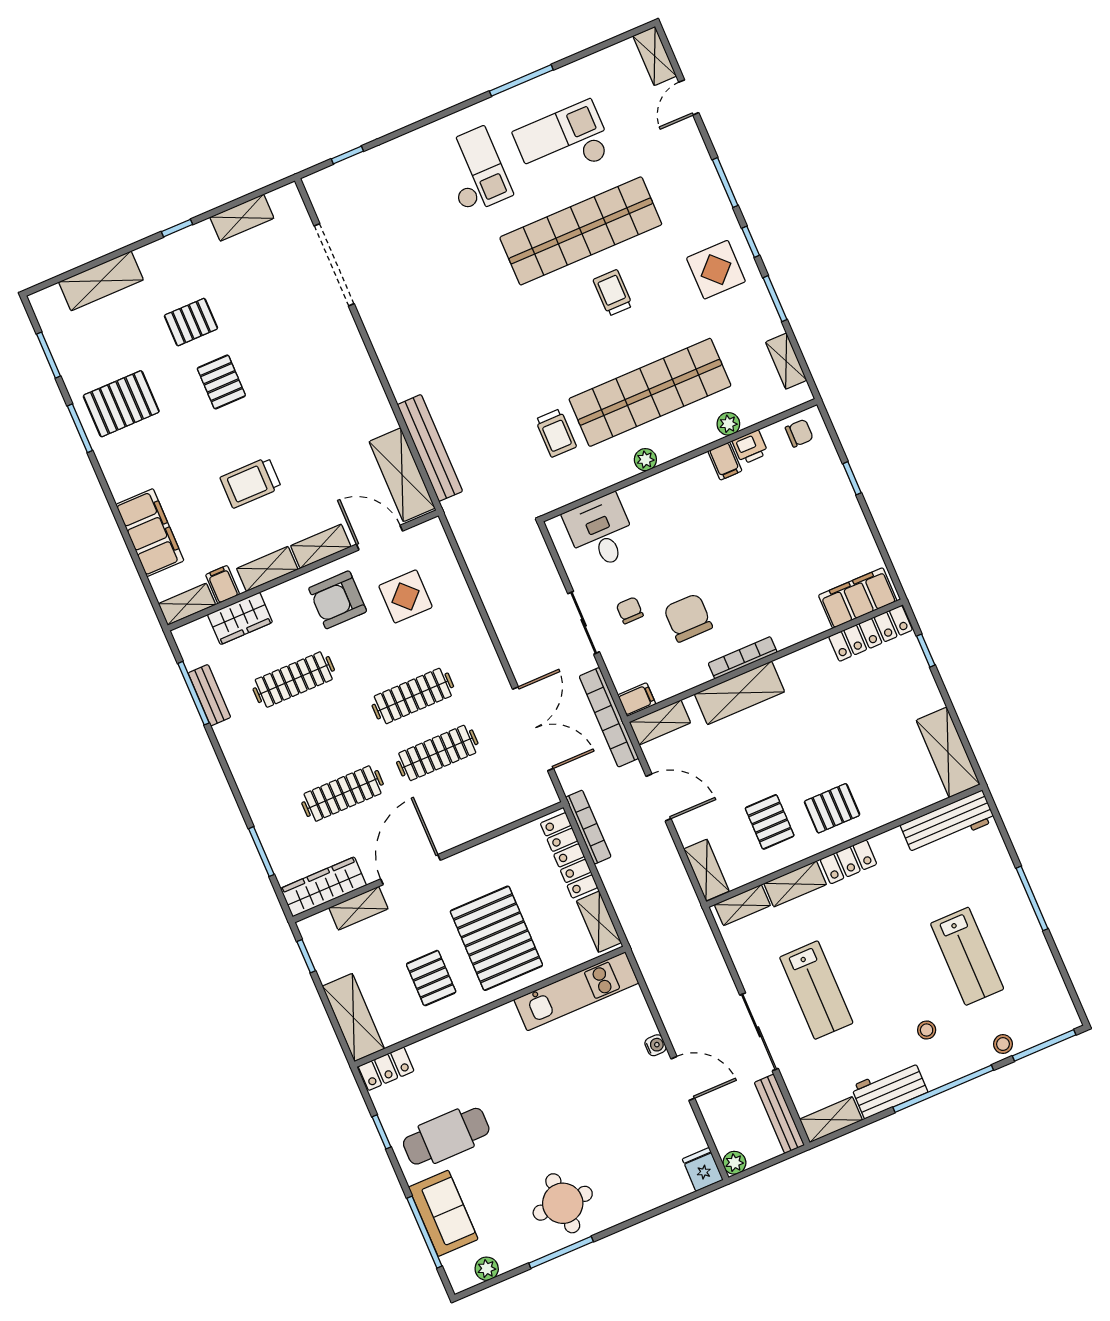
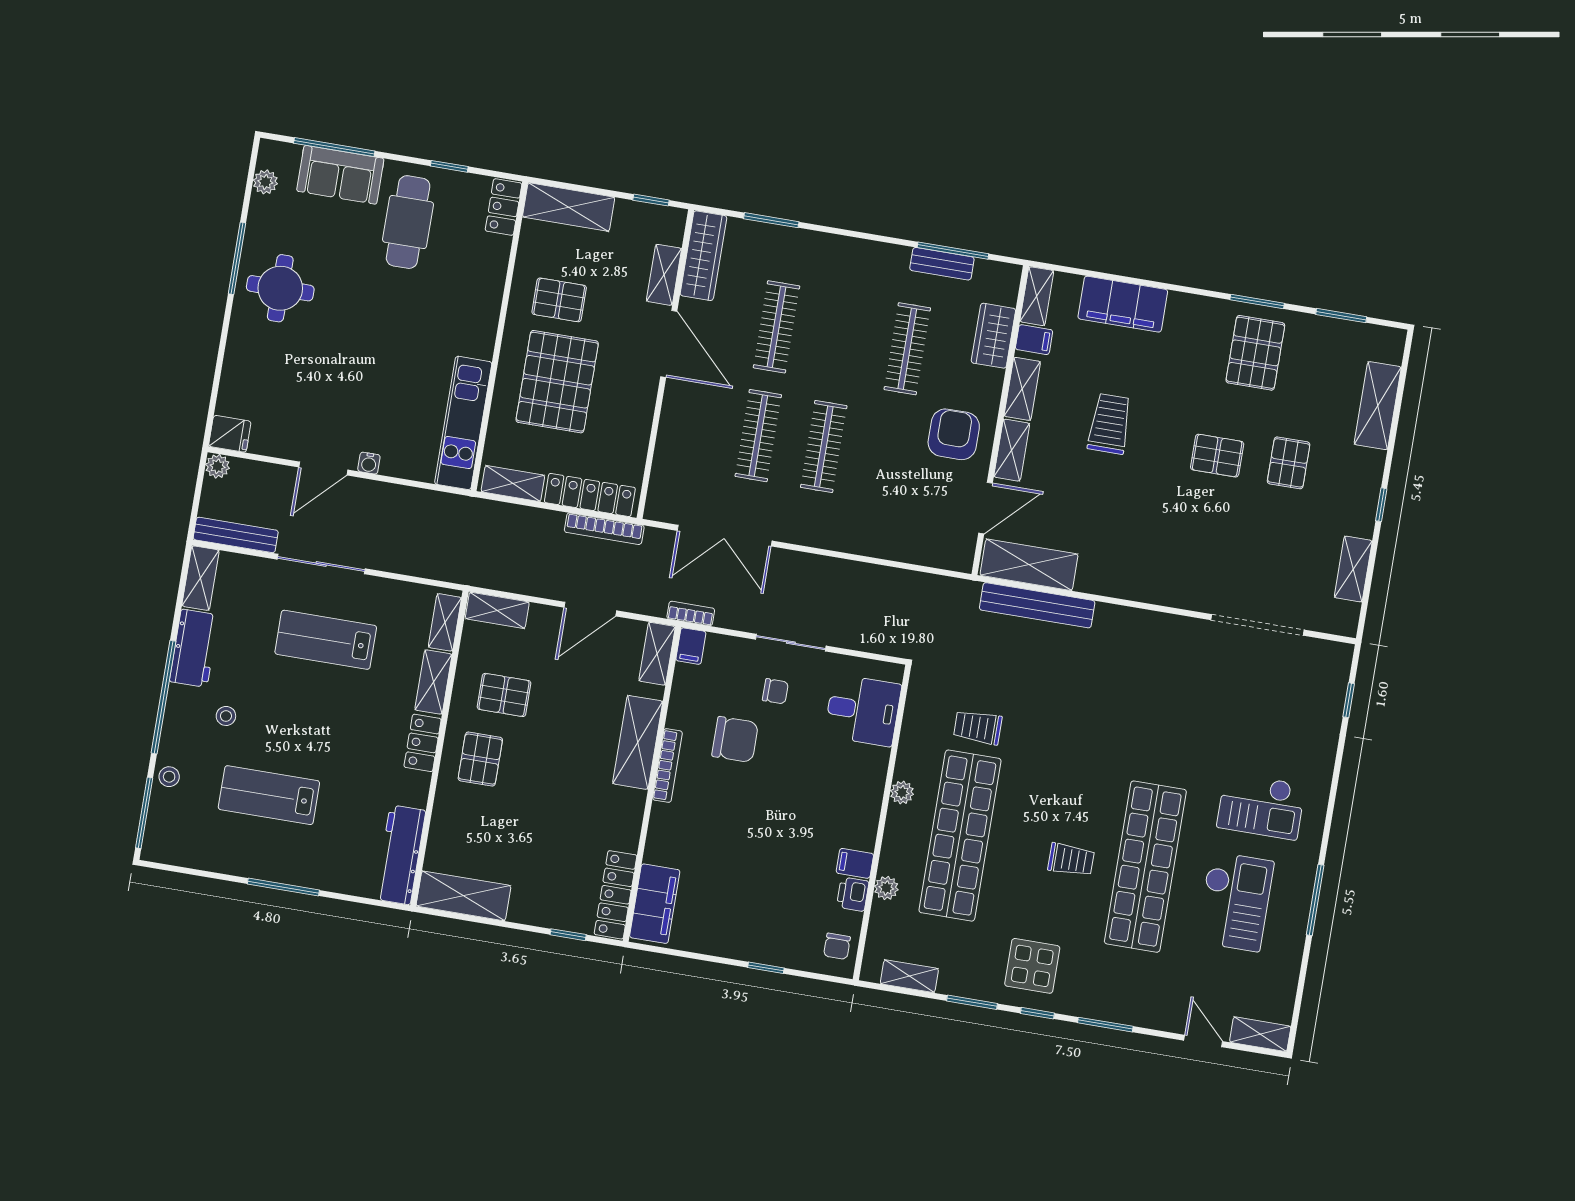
display table: (405, 596) -> (918, 497), removed
bookcase: (609, 717) -> (691, 614), width x0.43, depth x0.76
pallet: (496, 938) -> (557, 382), turned 90

